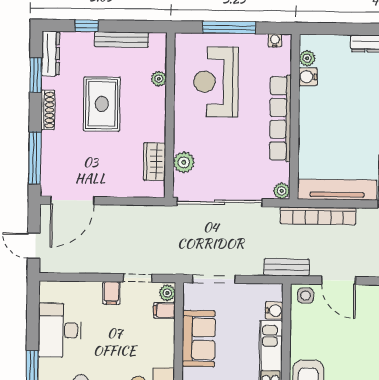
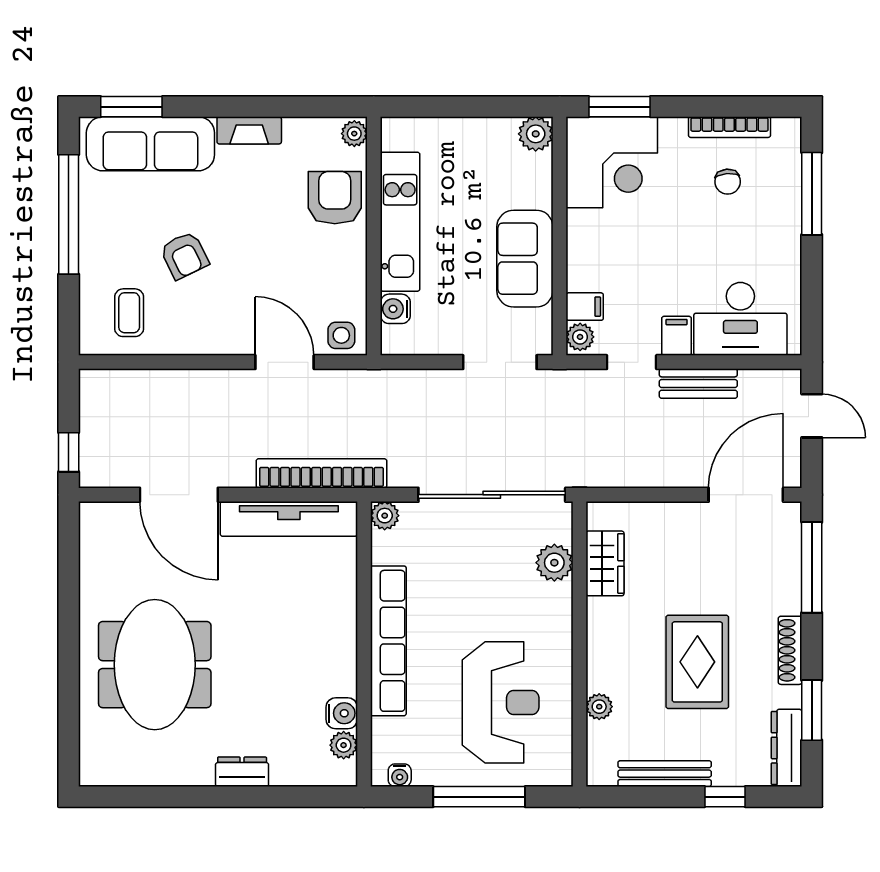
bench: (287, 267) -> (698, 384), moved
desk: (60, 330) -> (740, 319), moved, turned 90

